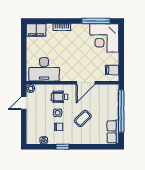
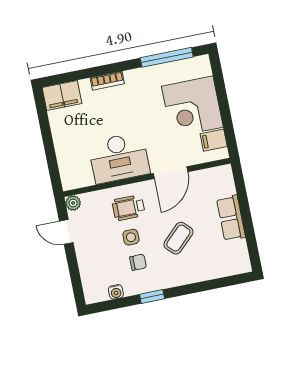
corner desk: (104, 38) -> (192, 107), moved
desk: (44, 69) -> (119, 158), moved
door: (24, 103) -> (66, 232), hinge flipped
window: (121, 111) -> (245, 211), removed
row of seats: (113, 132) -> (231, 218), moved

